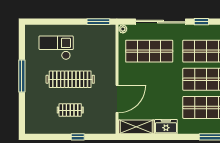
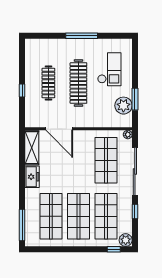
window: (98, 22) -> (135, 99), moved
plant: (93, 33) -> (123, 106), added
clothes rail: (70, 110) -> (48, 83), width x1.36

